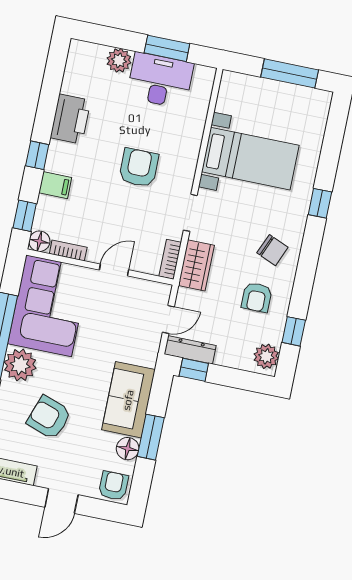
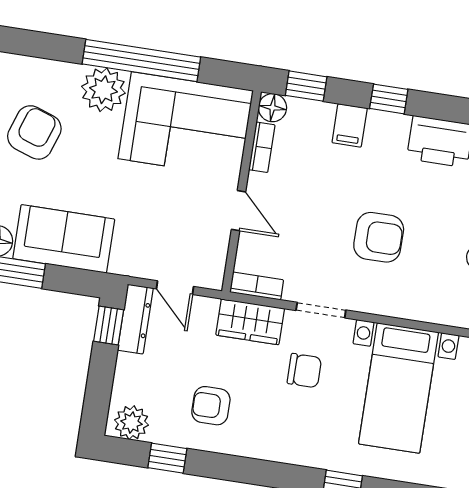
chair: (272, 250) -> (304, 371), moved, turned -113

